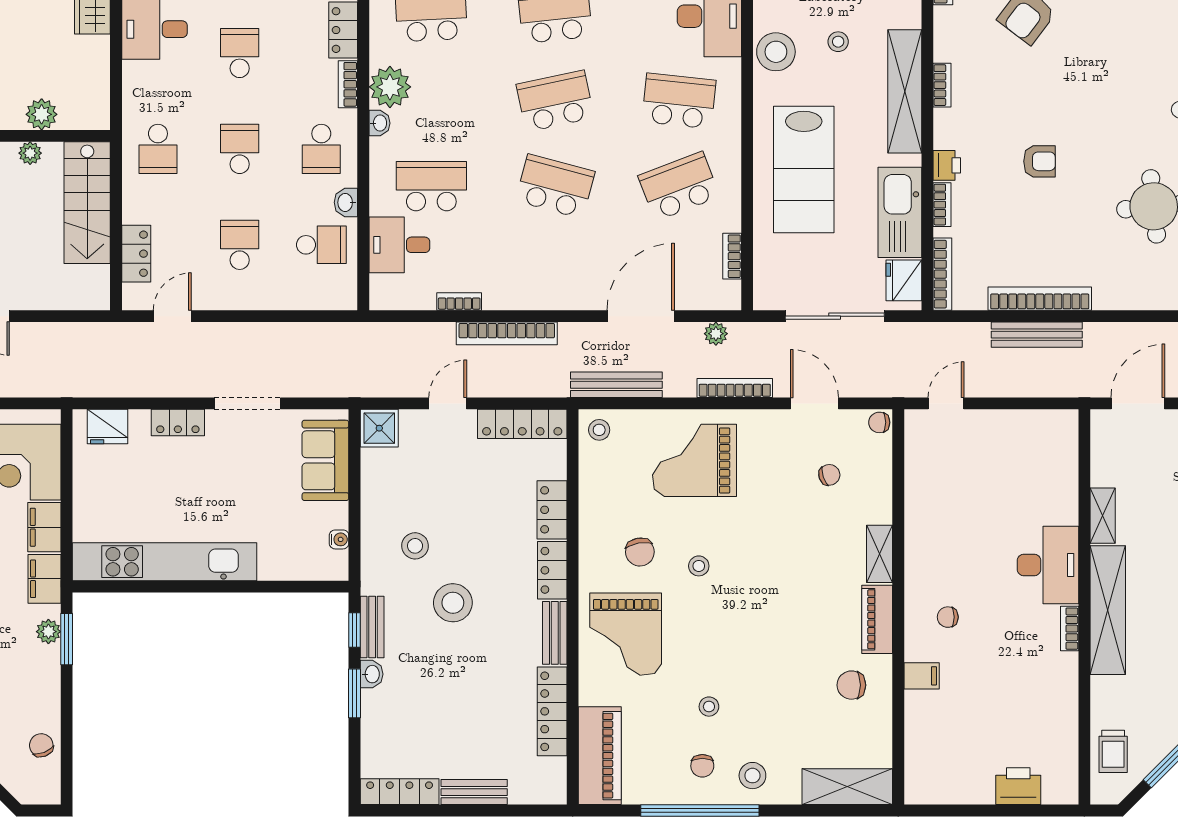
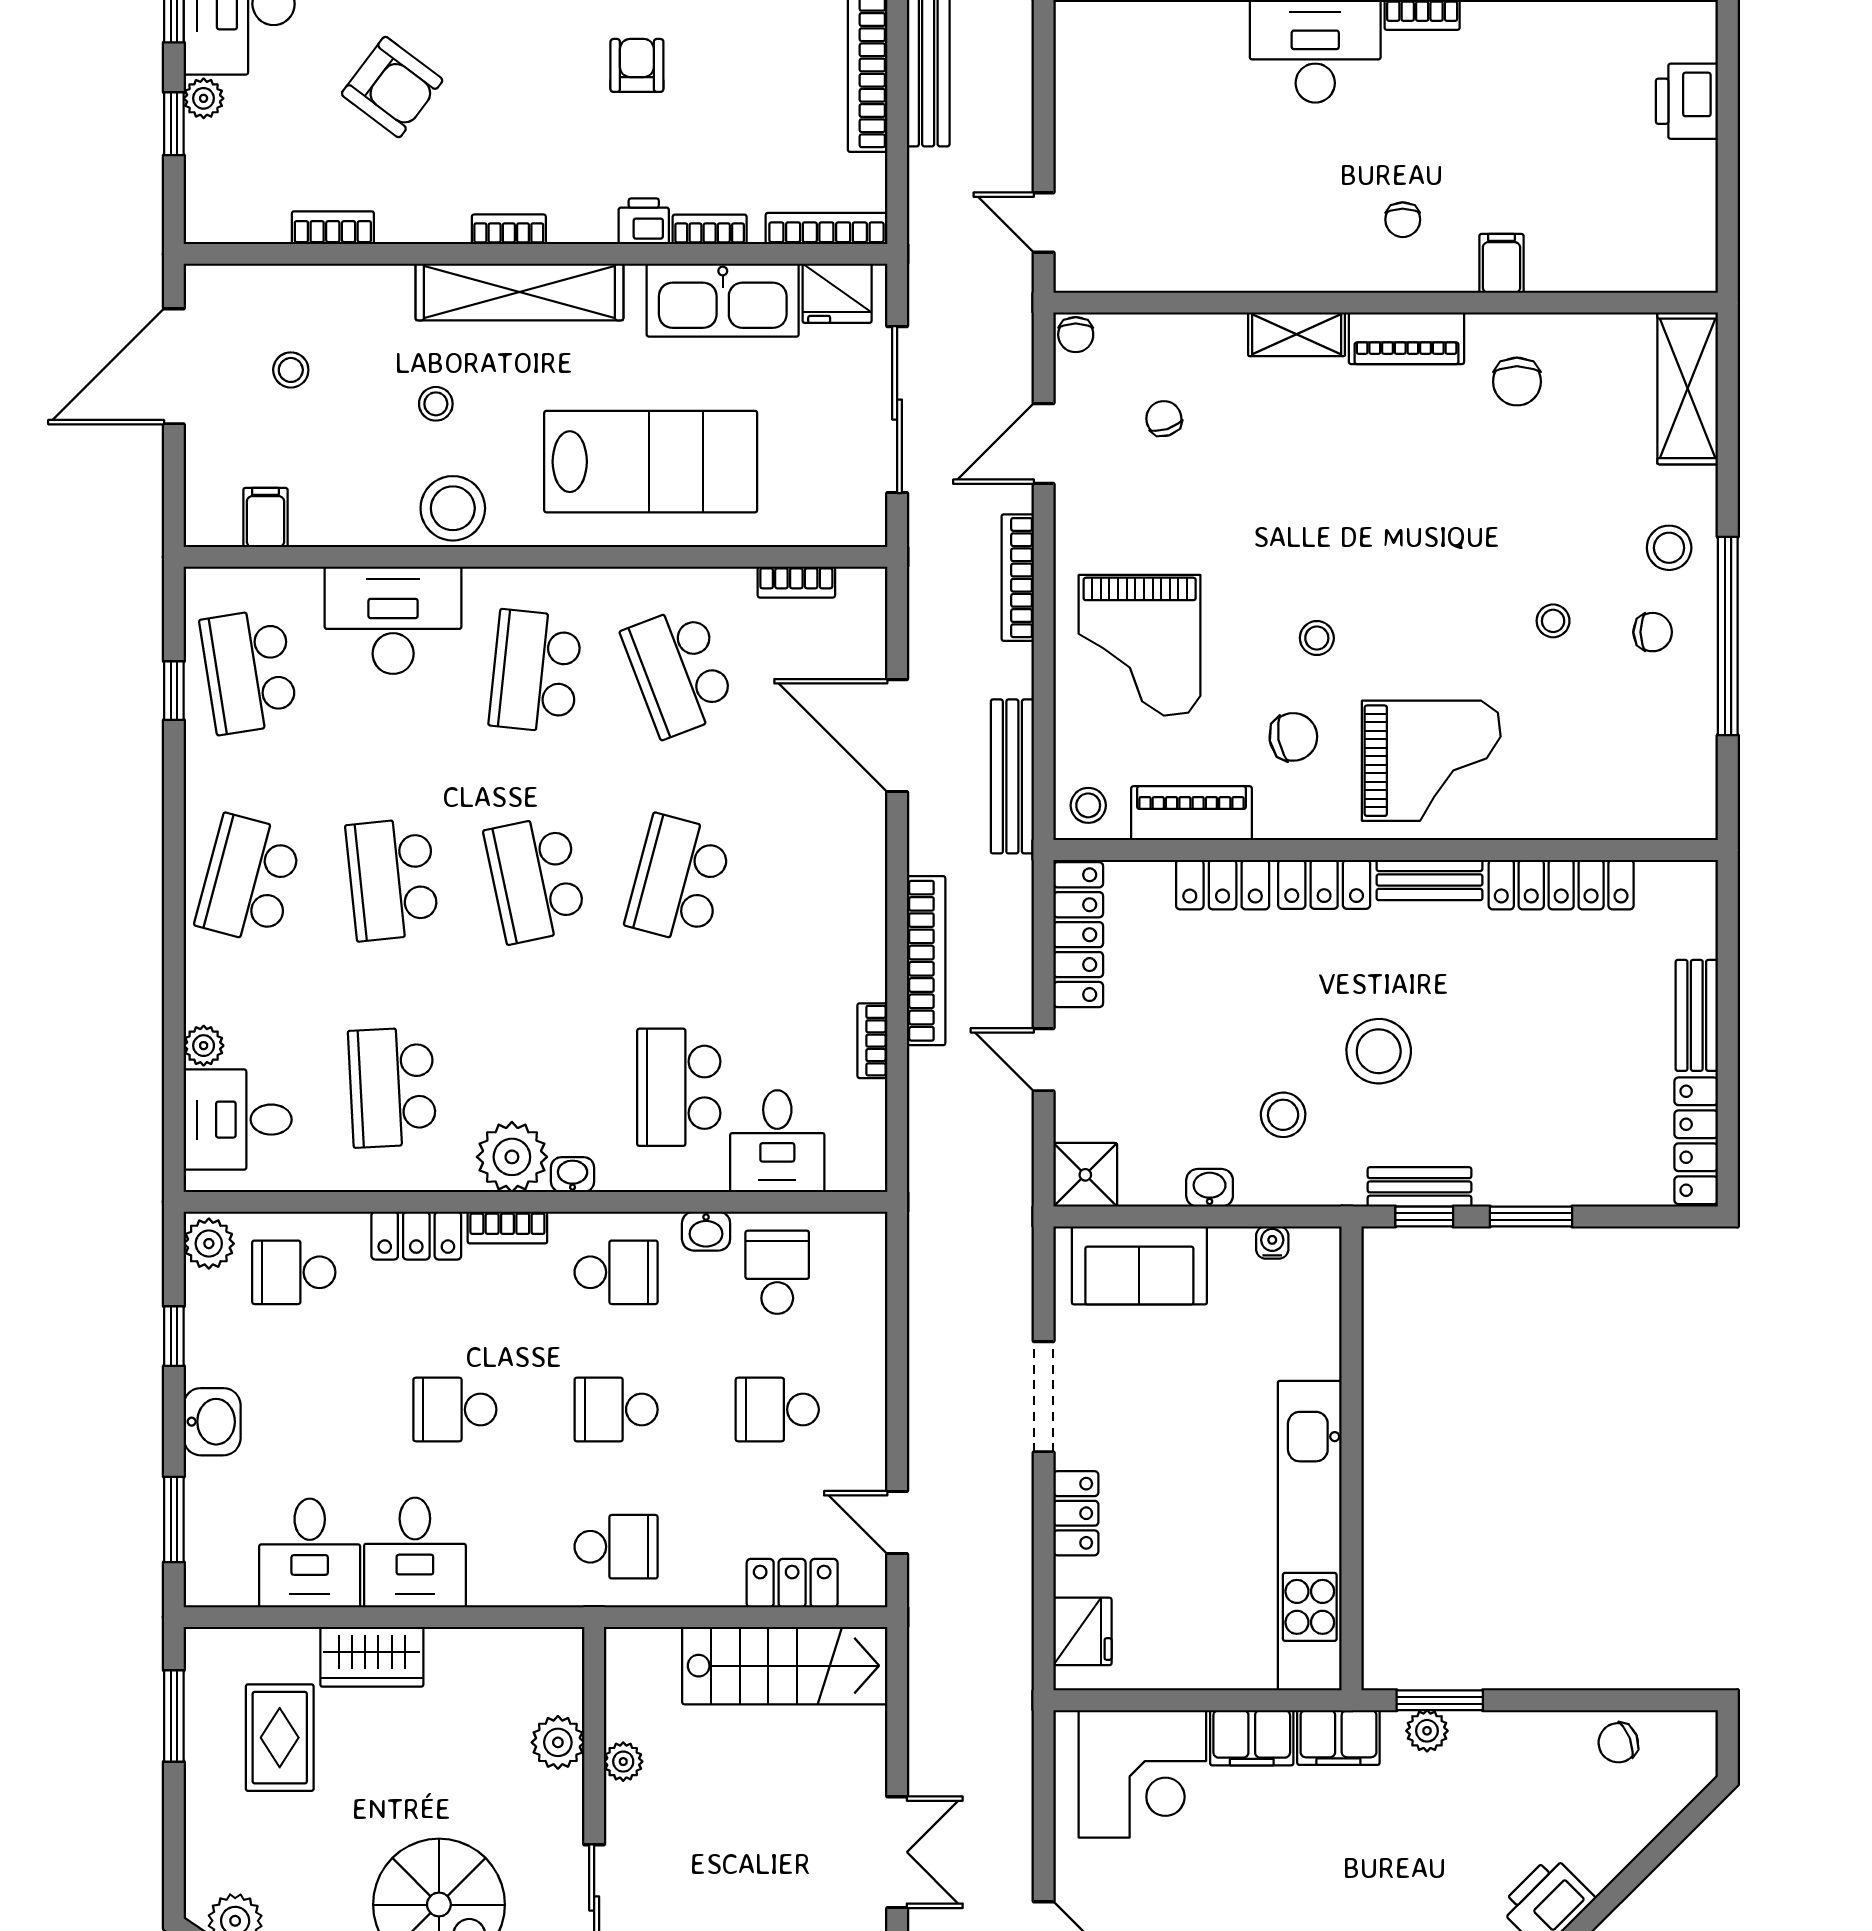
stairs: (87, 203) -> (785, 1666), moved
plant: (716, 334) -> (927, 609), removed
washbasin: (372, 674) -> (1210, 1188), moved
piano: (600, 756) -> (1191, 813), moved, width x0.73, depth x0.75

